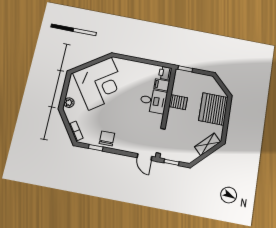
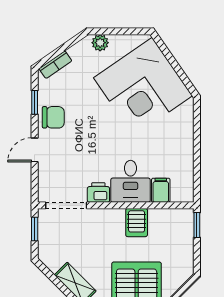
printer: (165, 73) -> (98, 192), moved
door: (144, 157) -> (35, 150), moved

